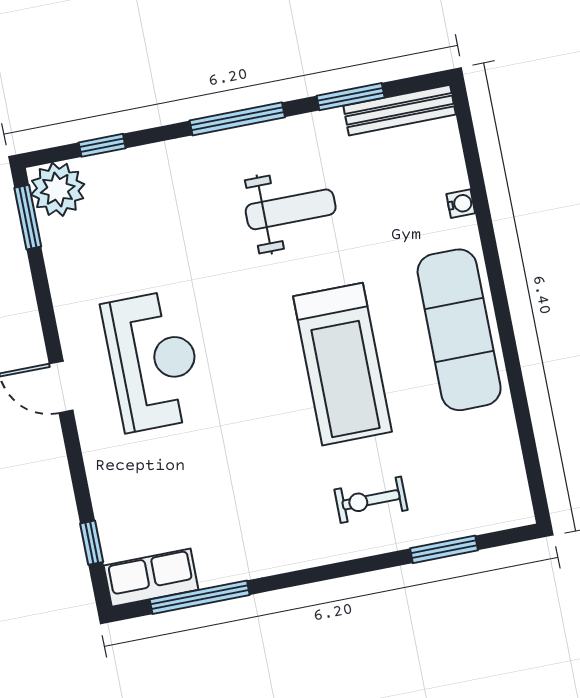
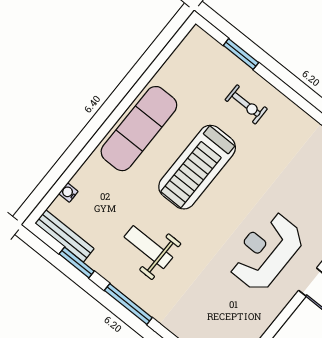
water cooler: (461, 204) -> (68, 193), moved
treadmill: (343, 364) -> (197, 167), turned 180

